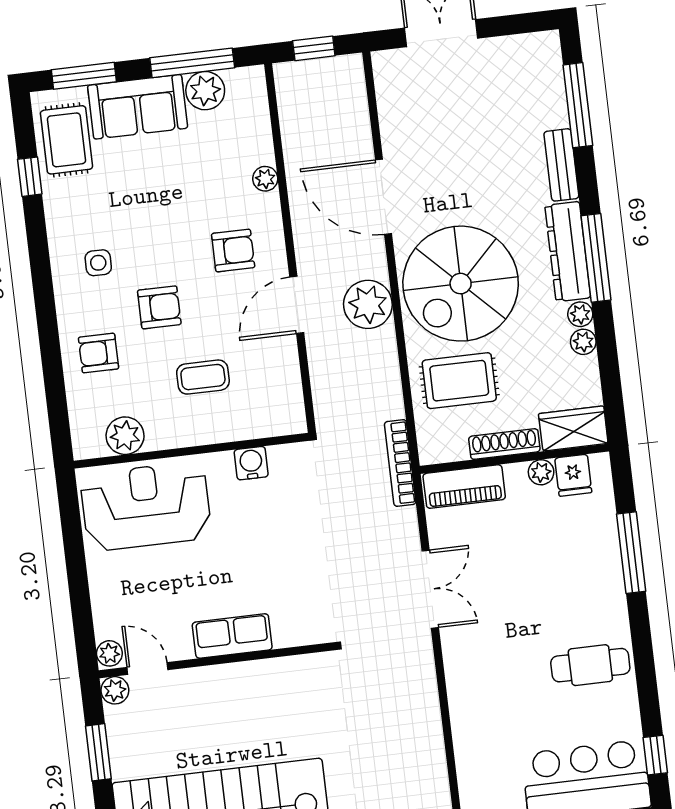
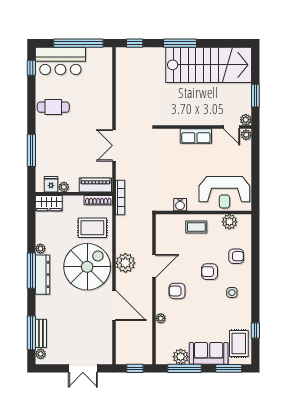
bench: (561, 165) -> (41, 333), moved
plant: (583, 342) -> (41, 354), moved
coffee table: (203, 377) -> (196, 227), moved
shoe rack: (504, 444) -> (98, 200), moved

